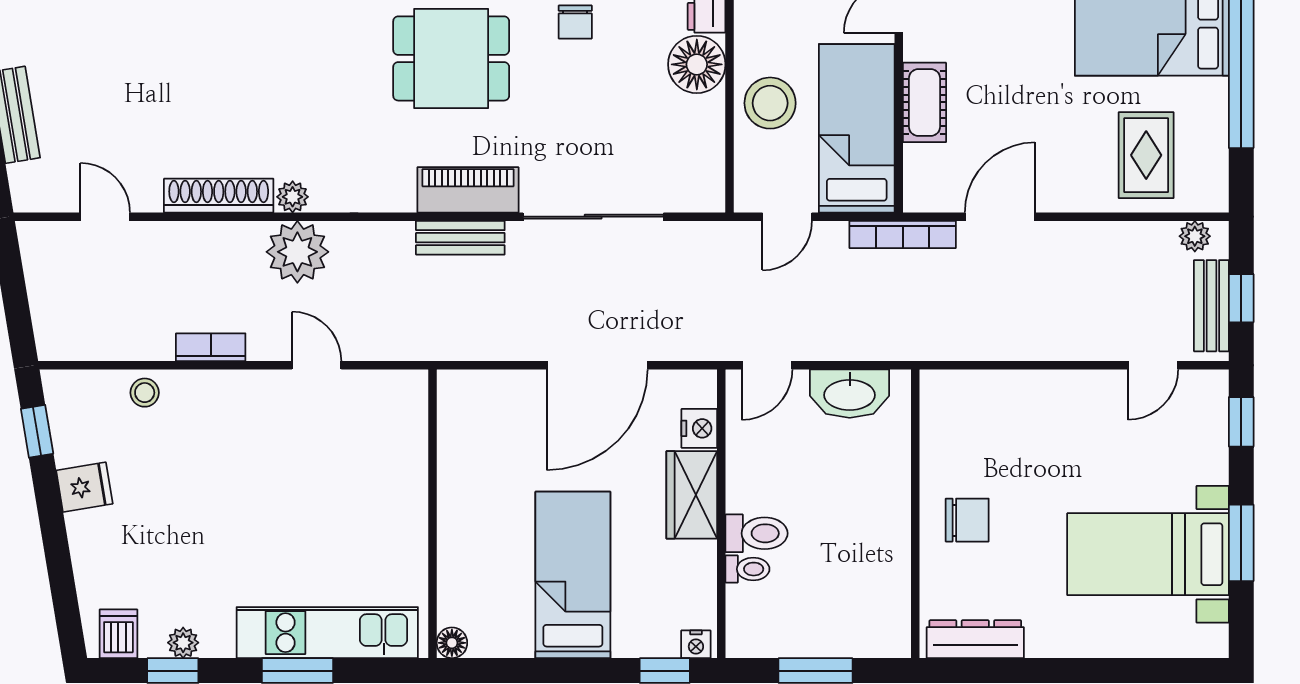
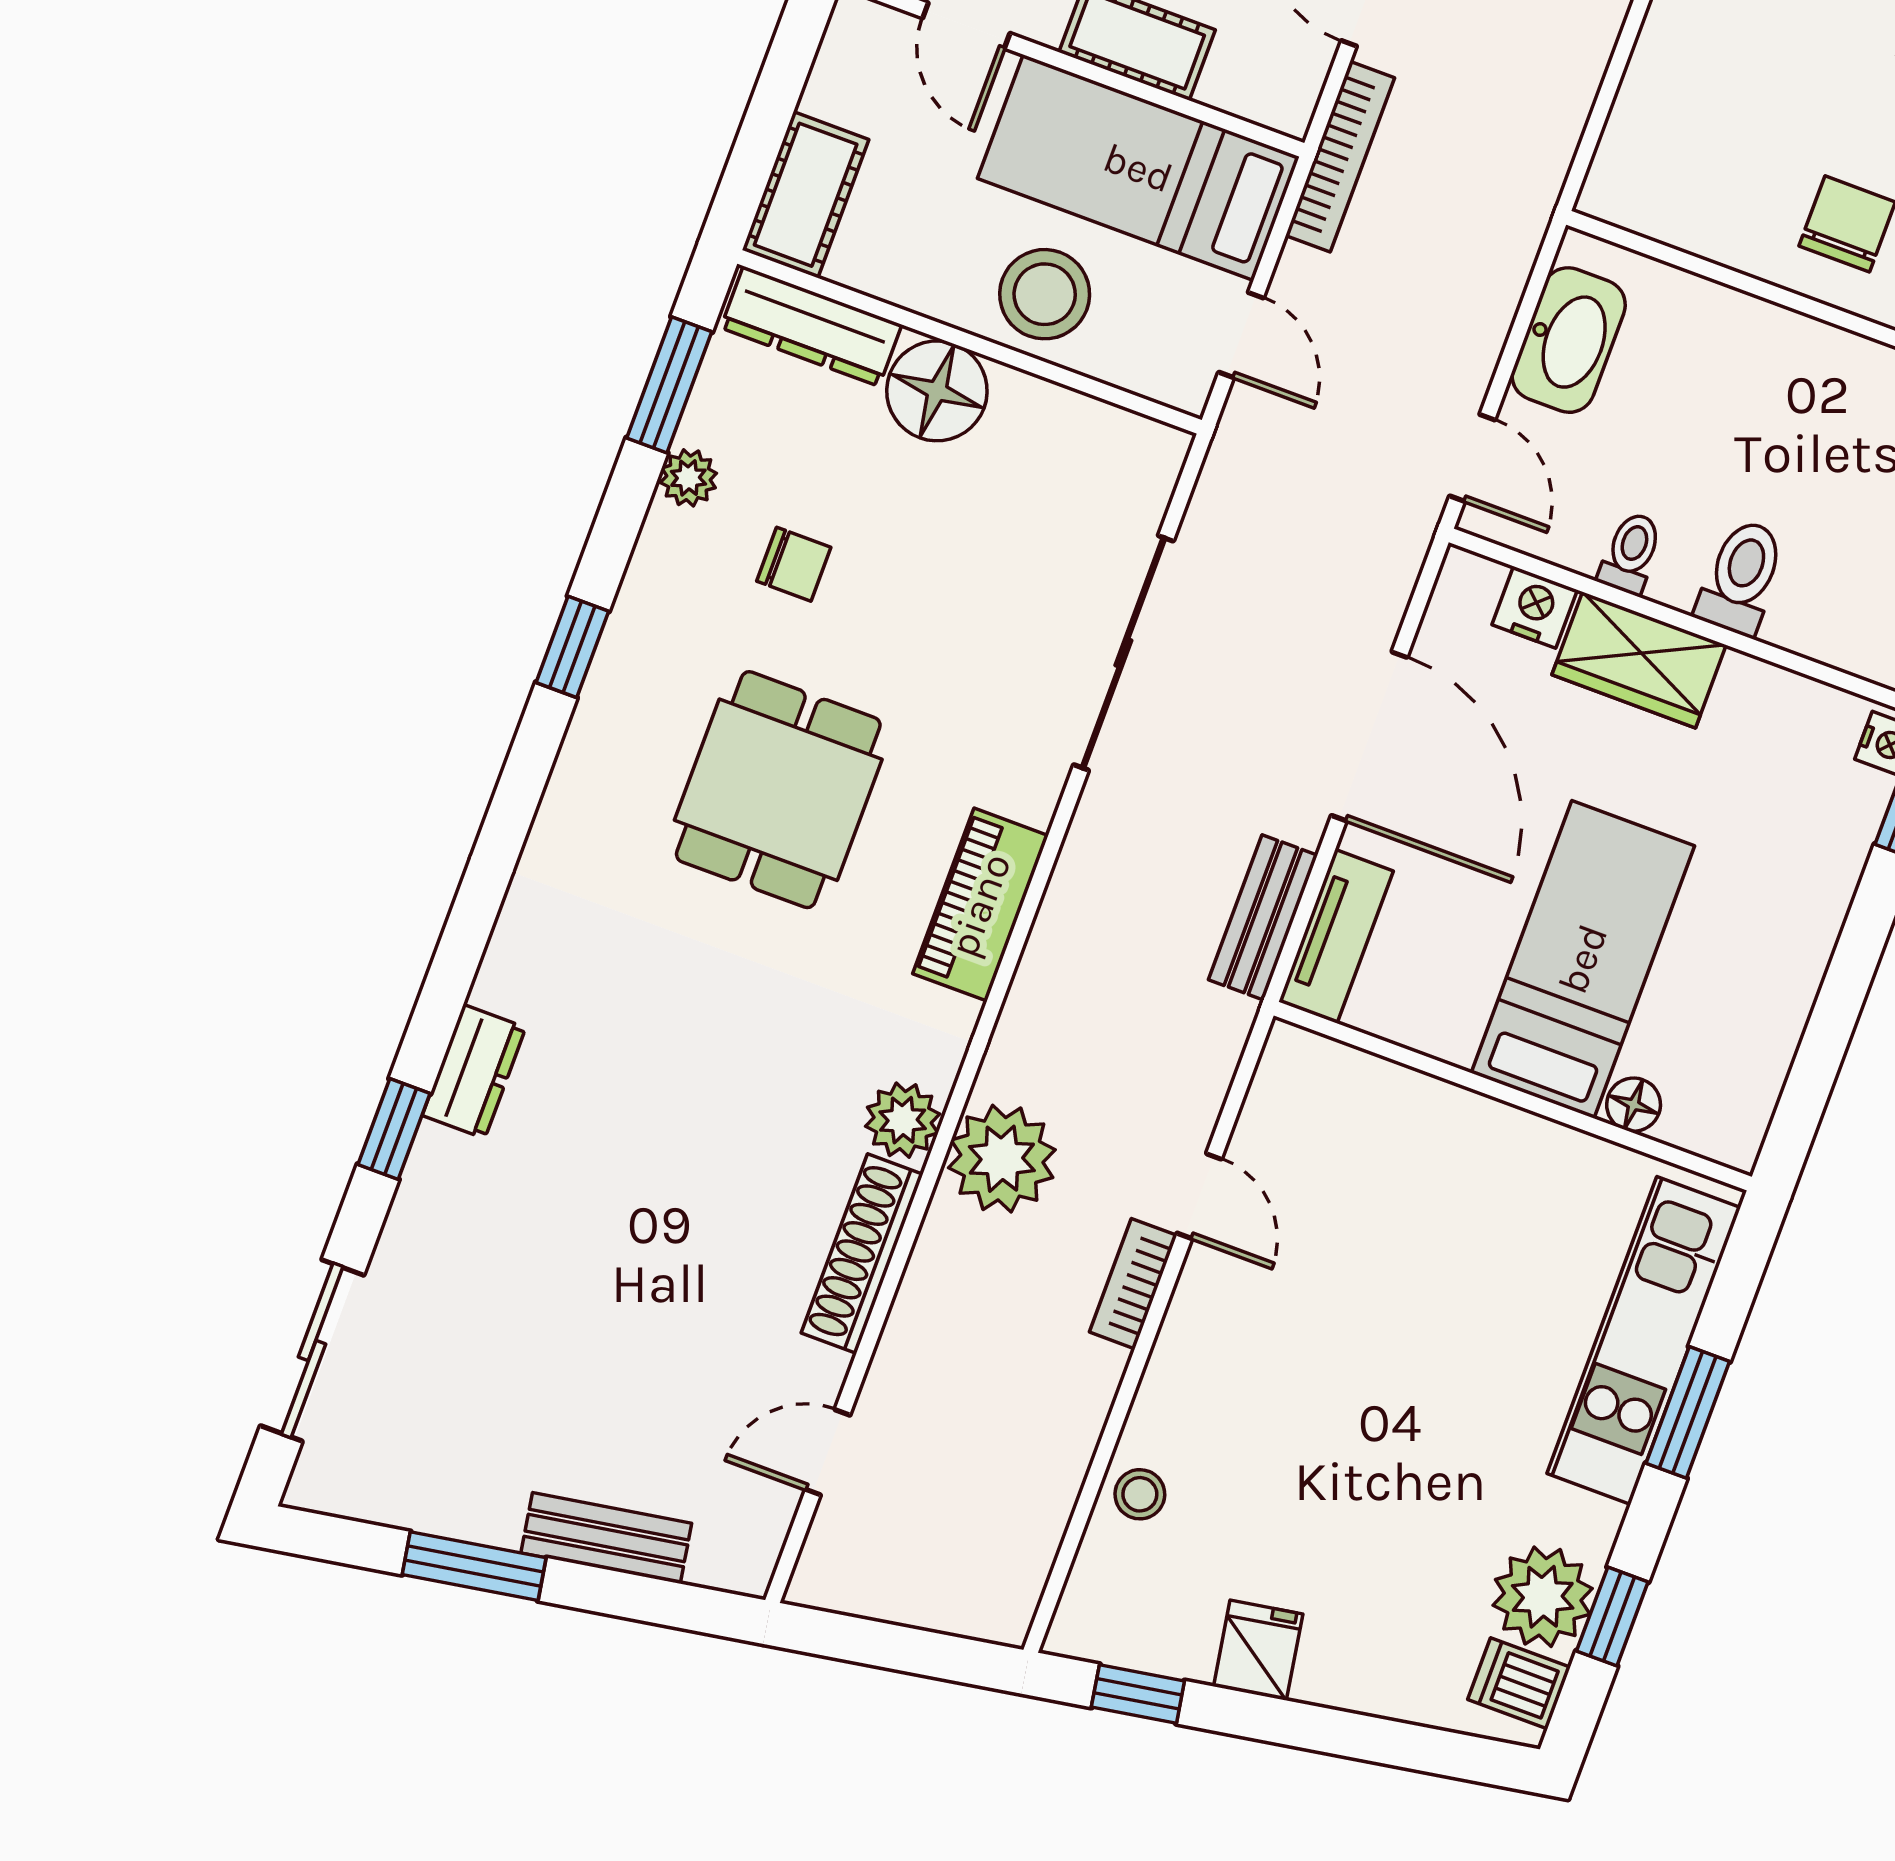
piano: (468, 190) -> (980, 905), moved
plant: (293, 197) -> (903, 1120), width x1.38, depth x1.38
bench: (460, 238) -> (1263, 917), moved
bookcase: (211, 347) -> (1133, 1284), moved
door: (317, 365) -> (1199, 1196), swing flipped
tv unit: (483, 387) -> (1336, 936), added
toilet: (747, 569) -> (1631, 553), moved
bed: (573, 575) -> (1583, 959), moved, turned 90
plant: (183, 643) -> (1543, 1597), width x1.88, depth x1.88
floor lamp: (452, 643) -> (1634, 1105), moved

